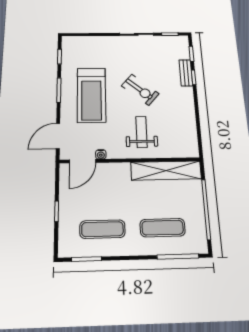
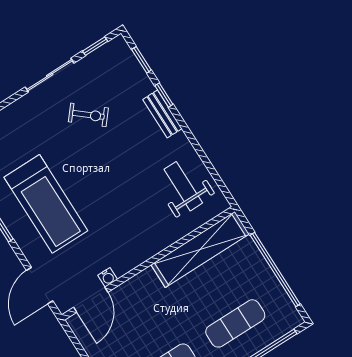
bench: (186, 73) -> (162, 114), moved
exercise bike: (140, 90) -> (88, 115), moved, width x0.73, depth x0.72
weight bench: (141, 132) -> (183, 186), moved

